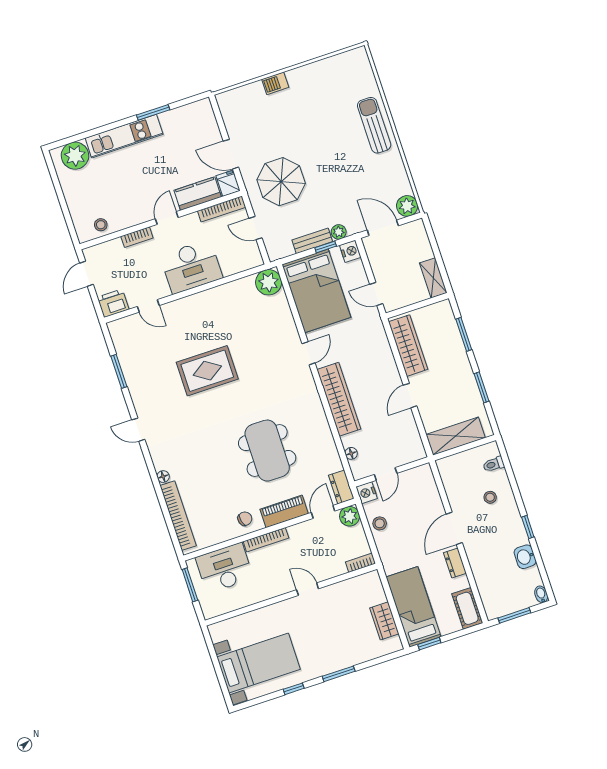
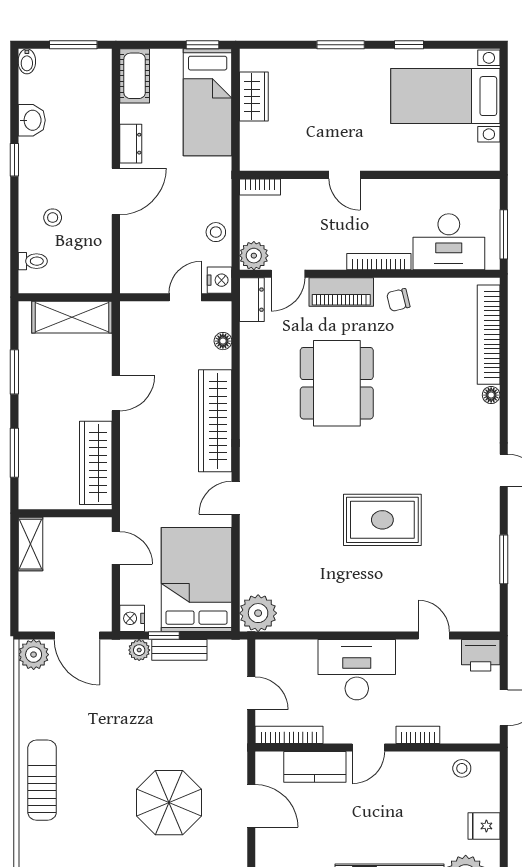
sun lounger: (374, 125) -> (42, 780), turned 180
parasol: (281, 182) -> (169, 803), moved
fridge: (228, 183) -> (484, 826), moved, turned 90

